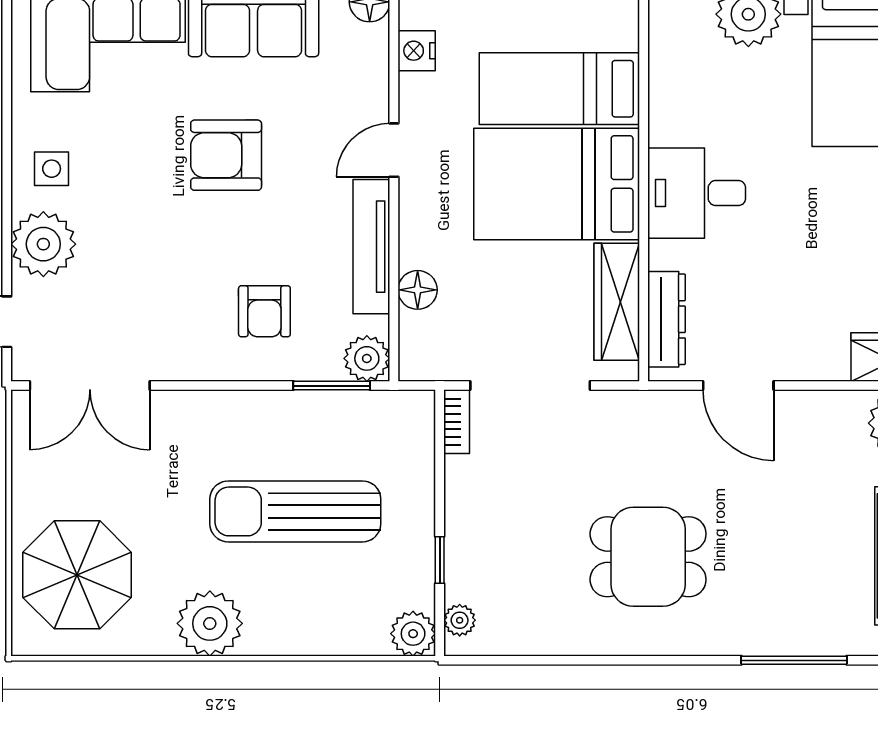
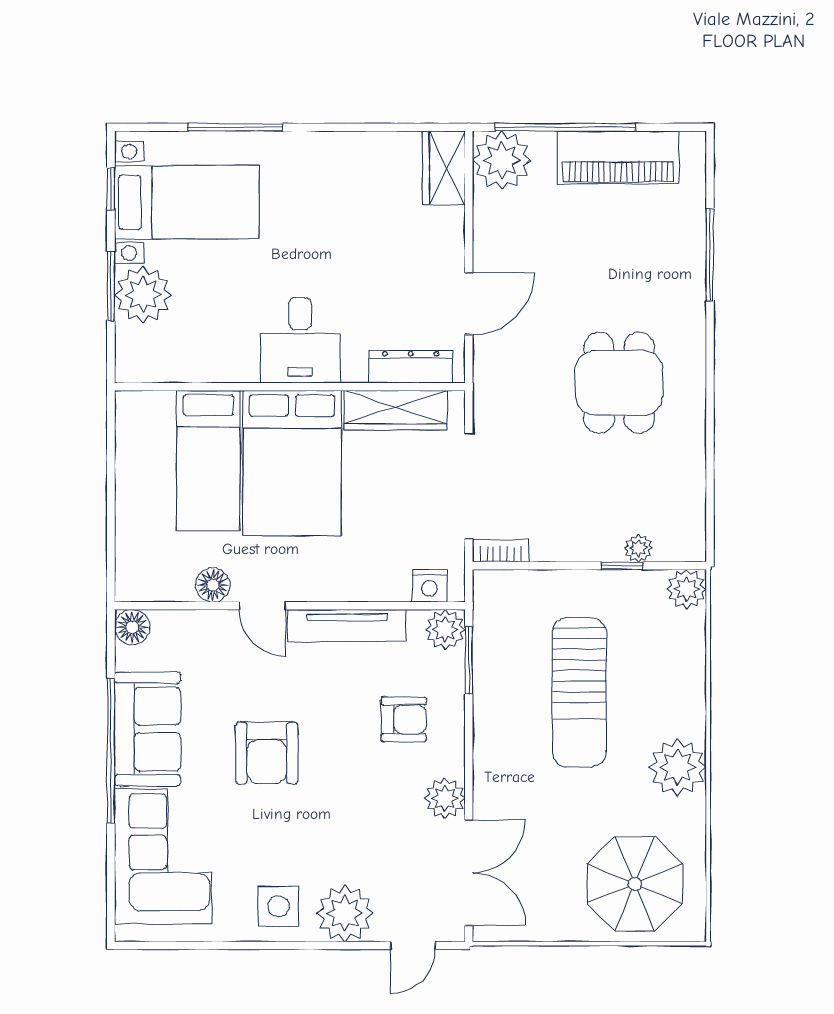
nightstand: (417, 51) -> (429, 586), moved
side table: (52, 169) -> (279, 906), width x1.37, depth x1.37
floor lamp: (418, 290) -> (213, 585), moved
plant: (174, 358) -> (445, 798), added
plant: (460, 620) -> (638, 548), moved

